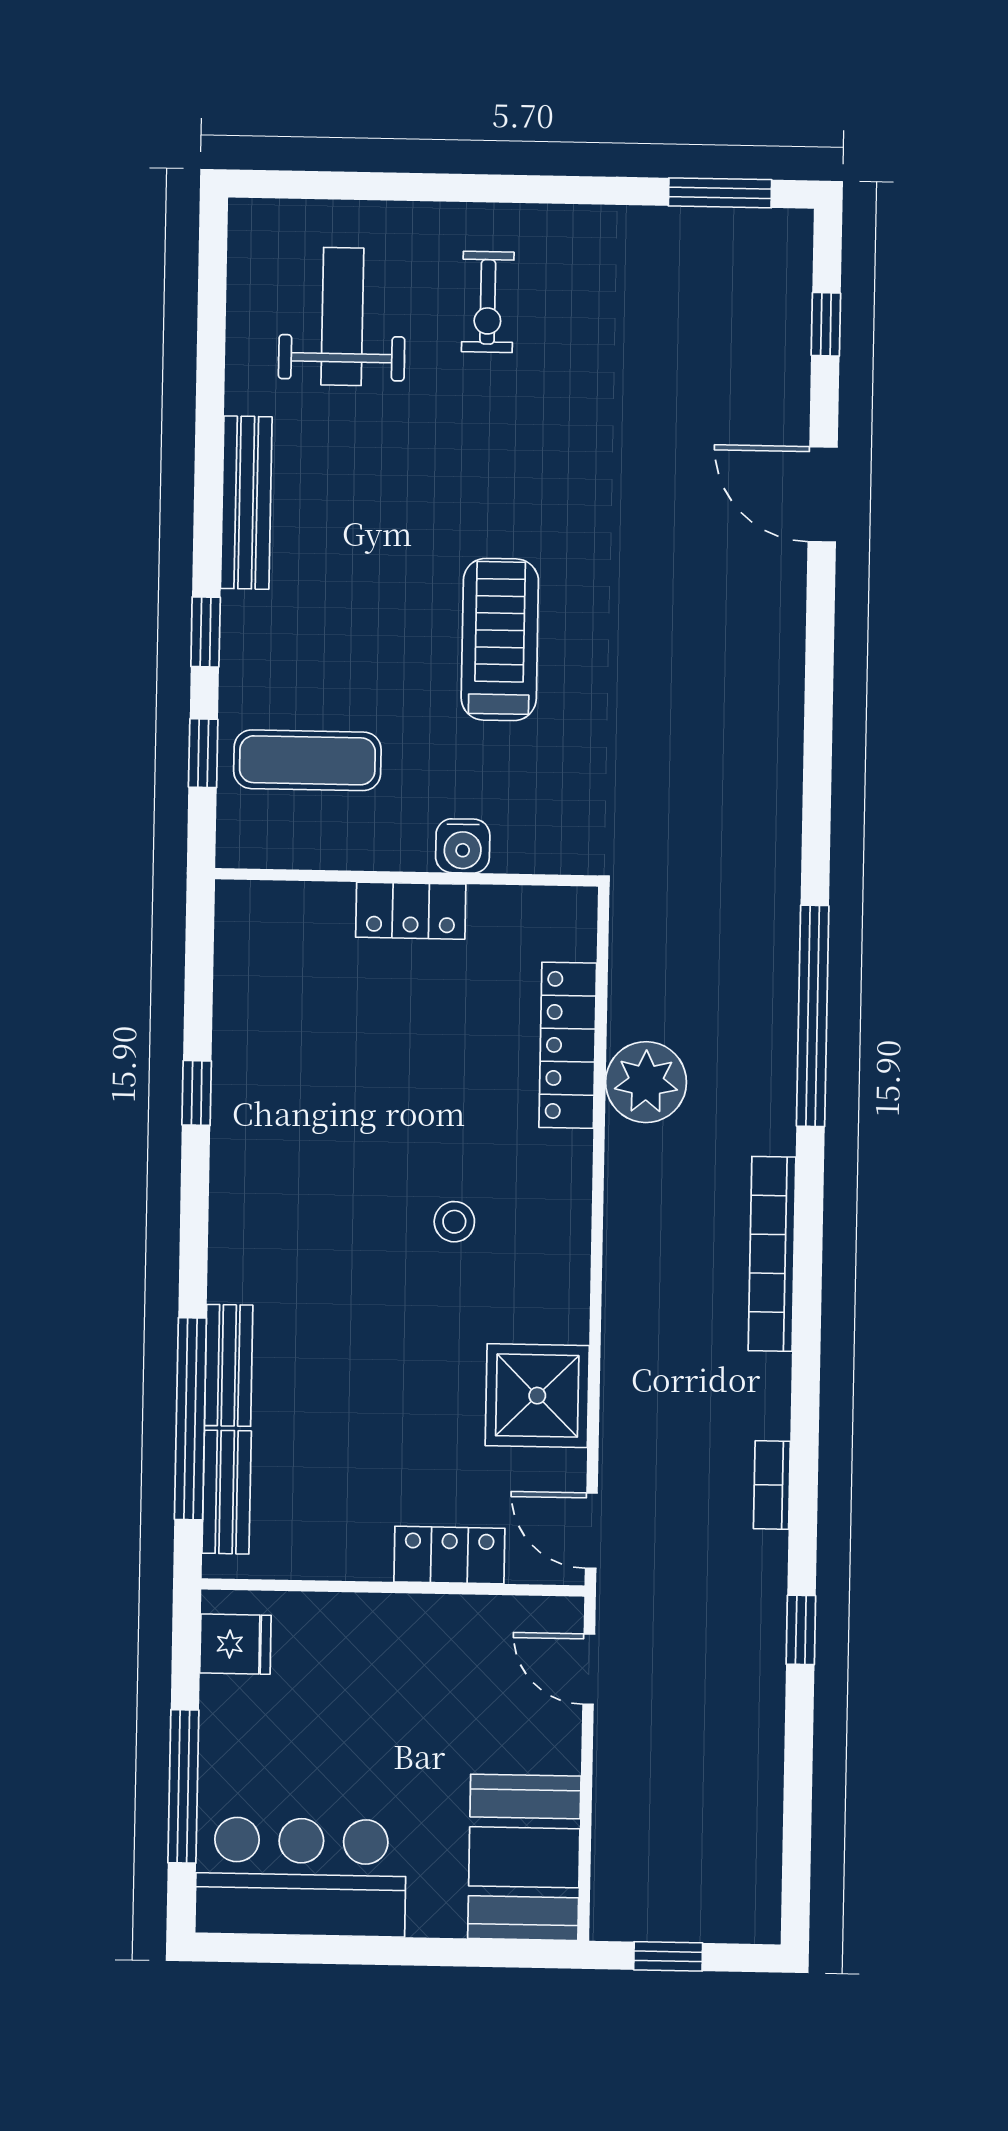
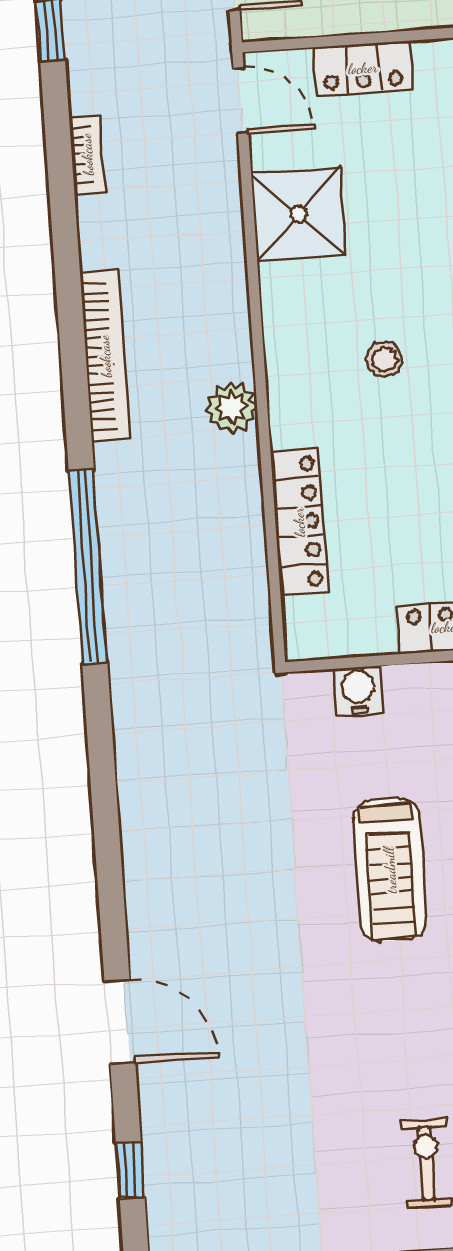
water cooler: (463, 846) -> (358, 691), moved
plant: (646, 1082) -> (231, 408), moved, width x0.73, depth x0.73

